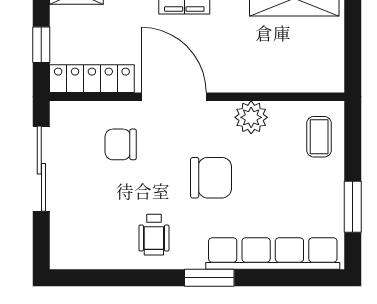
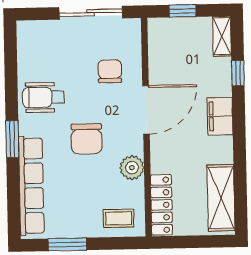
locker: (92, 79) -> (161, 205), moved
wheelchair: (154, 235) -> (43, 97), width x1.36, depth x1.37

